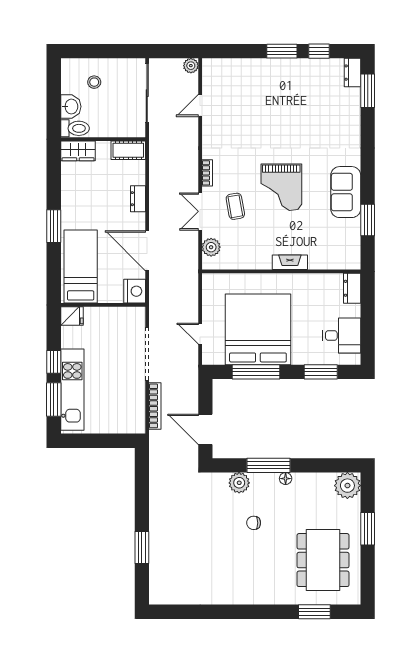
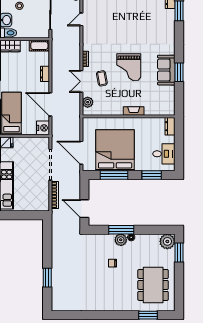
window: (368, 220) -> (179, 72), moved
door: (200, 334) -> (81, 153), width x1.87
plant: (239, 483) -> (121, 240), moved
window: (368, 529) -> (179, 252), moved

